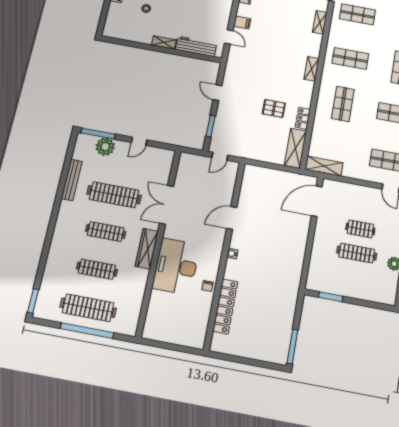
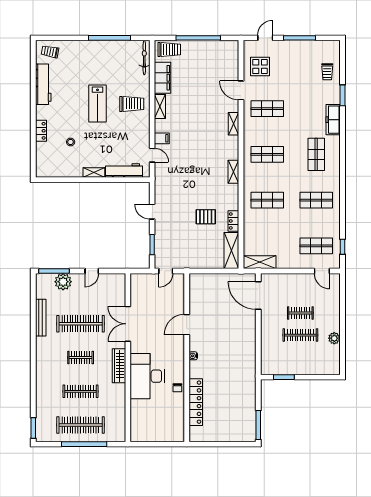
shop shelf: (343, 104) -> (267, 200), turned 90
door: (317, 201) -> (258, 296), hinge flipped
clothes rail: (106, 232) -> (81, 358), width x0.73

